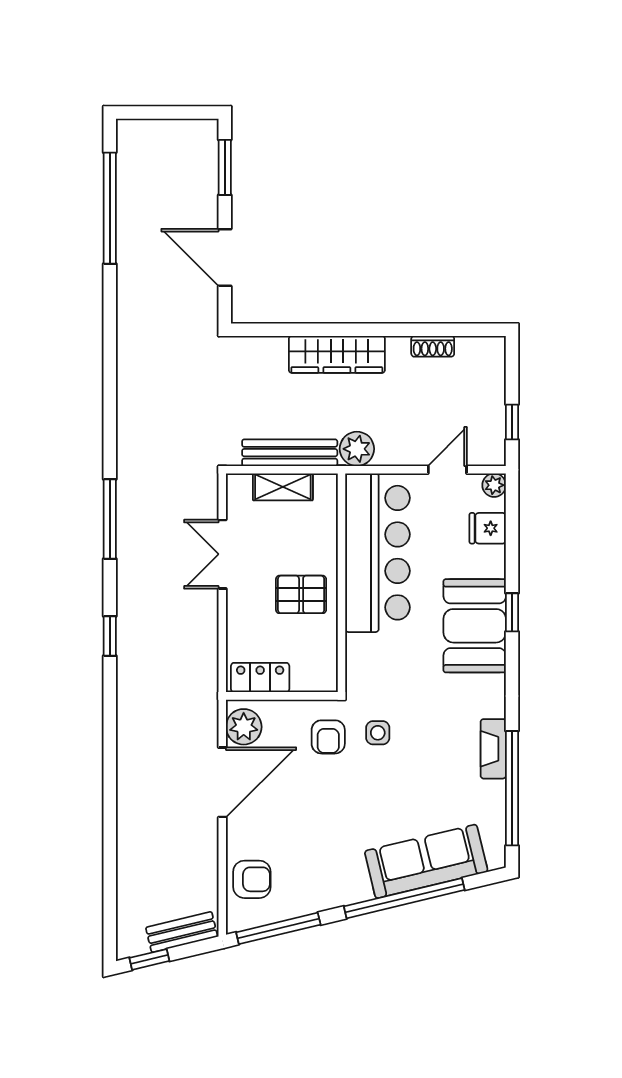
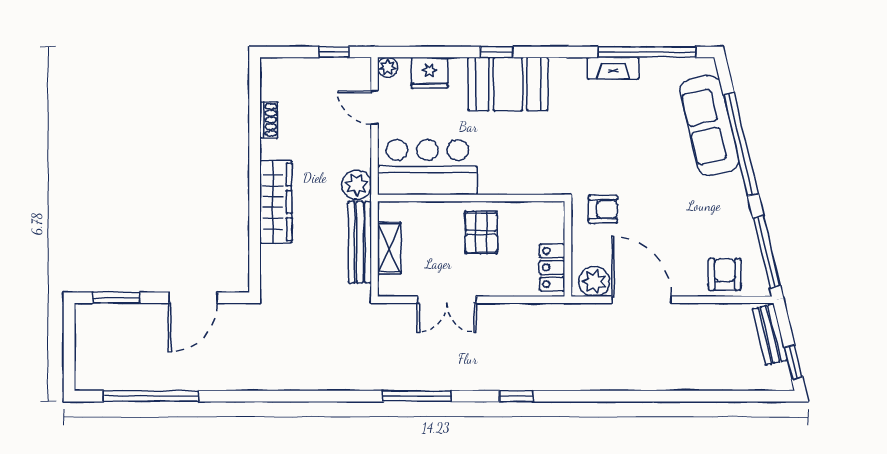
fridge: (488, 528) -> (430, 73), width x1.38
bar counter: (377, 553) -> (427, 167), width x0.73
side table: (378, 733) -> (599, 167), removed

